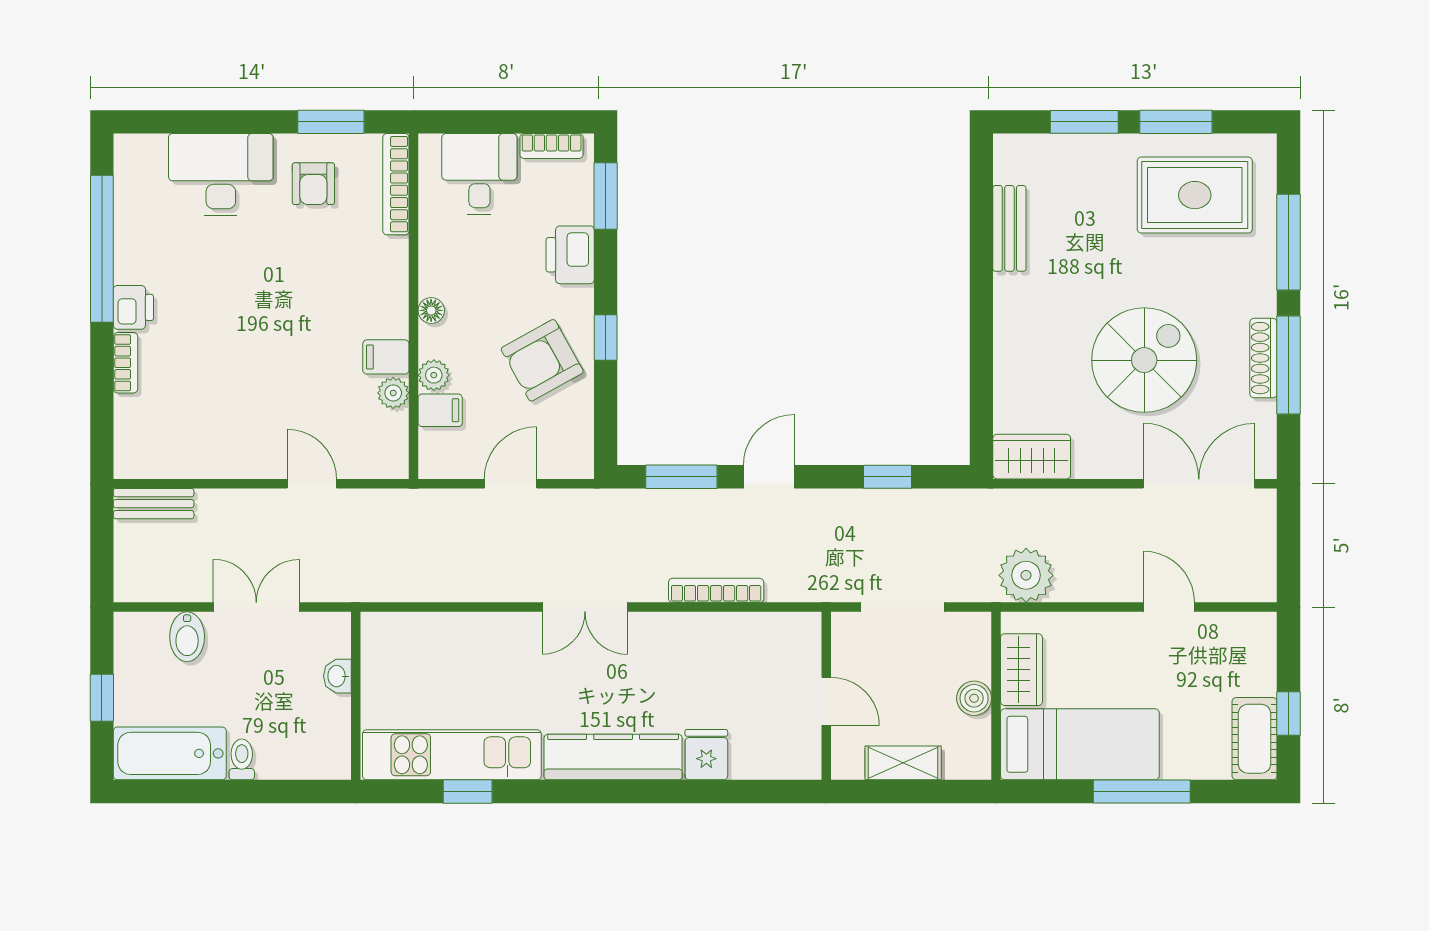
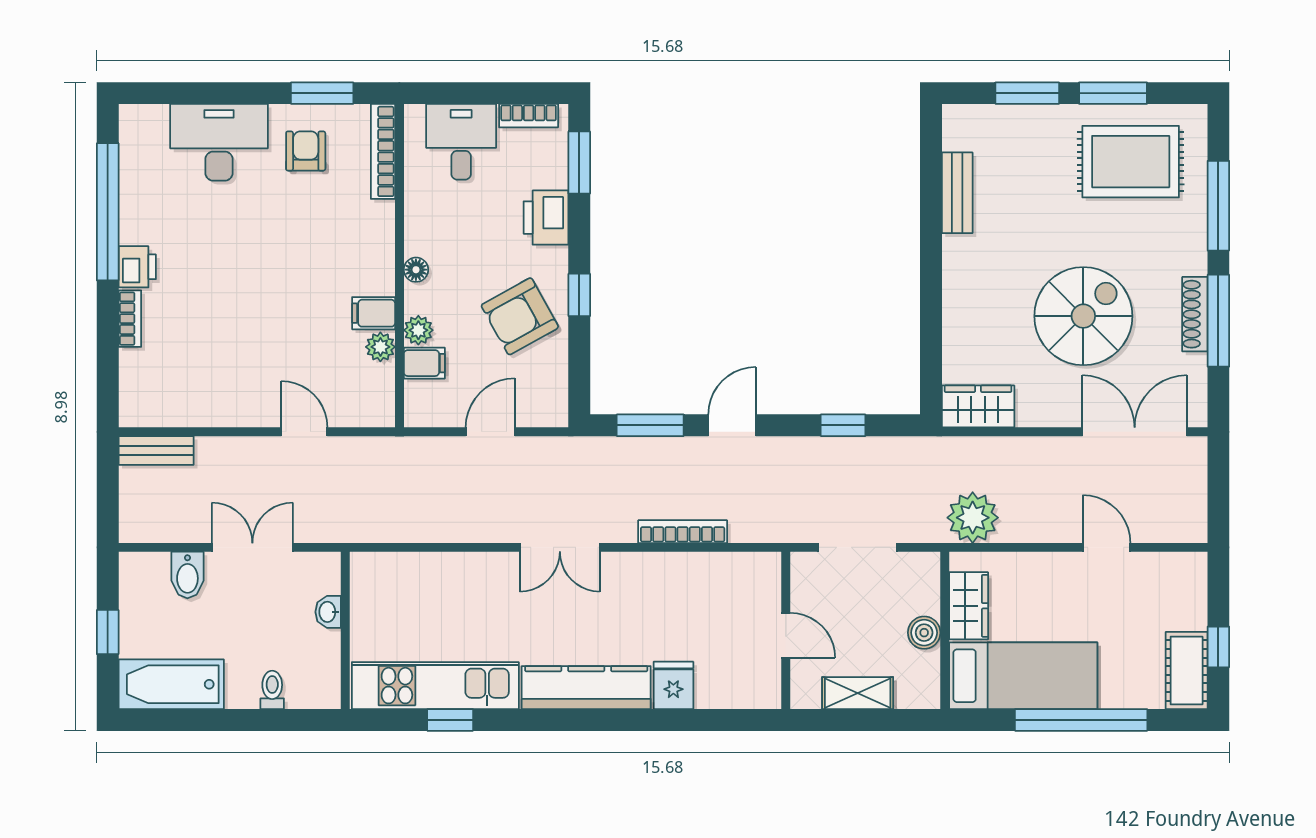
armchair: (313, 184) -> (306, 151), turned 180
toilet: (242, 759) -> (272, 690), moved
window: (1142, 792) -> (1081, 720), width x1.46

